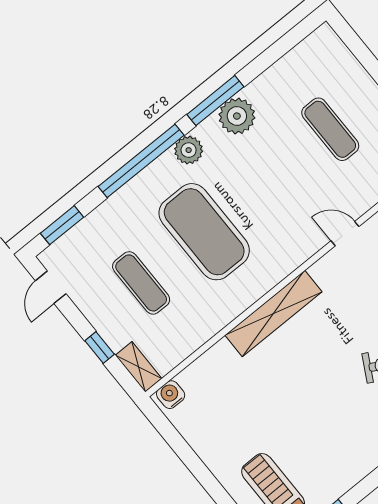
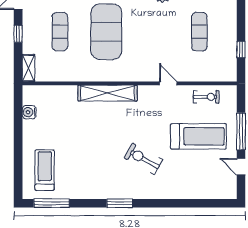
window: (100, 347) -> (18, 34), moved
water cooler: (171, 395) -> (29, 112), moved, turned -90

